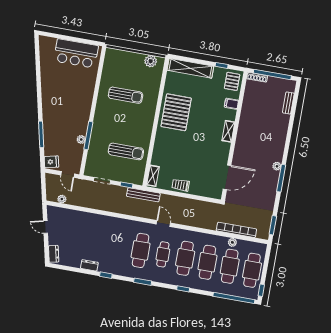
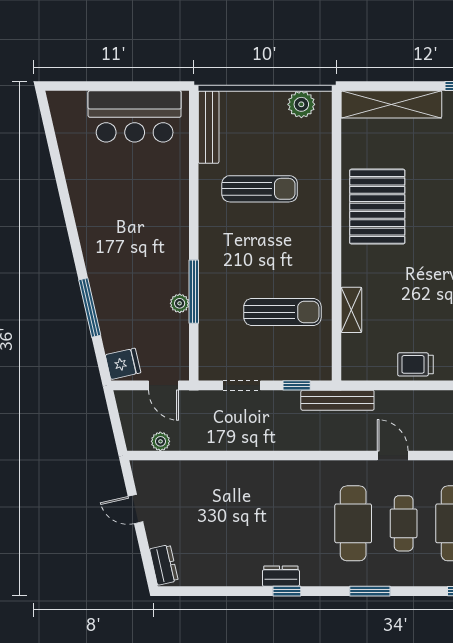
bench: (108, 64) -> (209, 127), added
shelving: (153, 176) -> (351, 310), moved
dresser: (89, 265) -> (281, 576), moved

